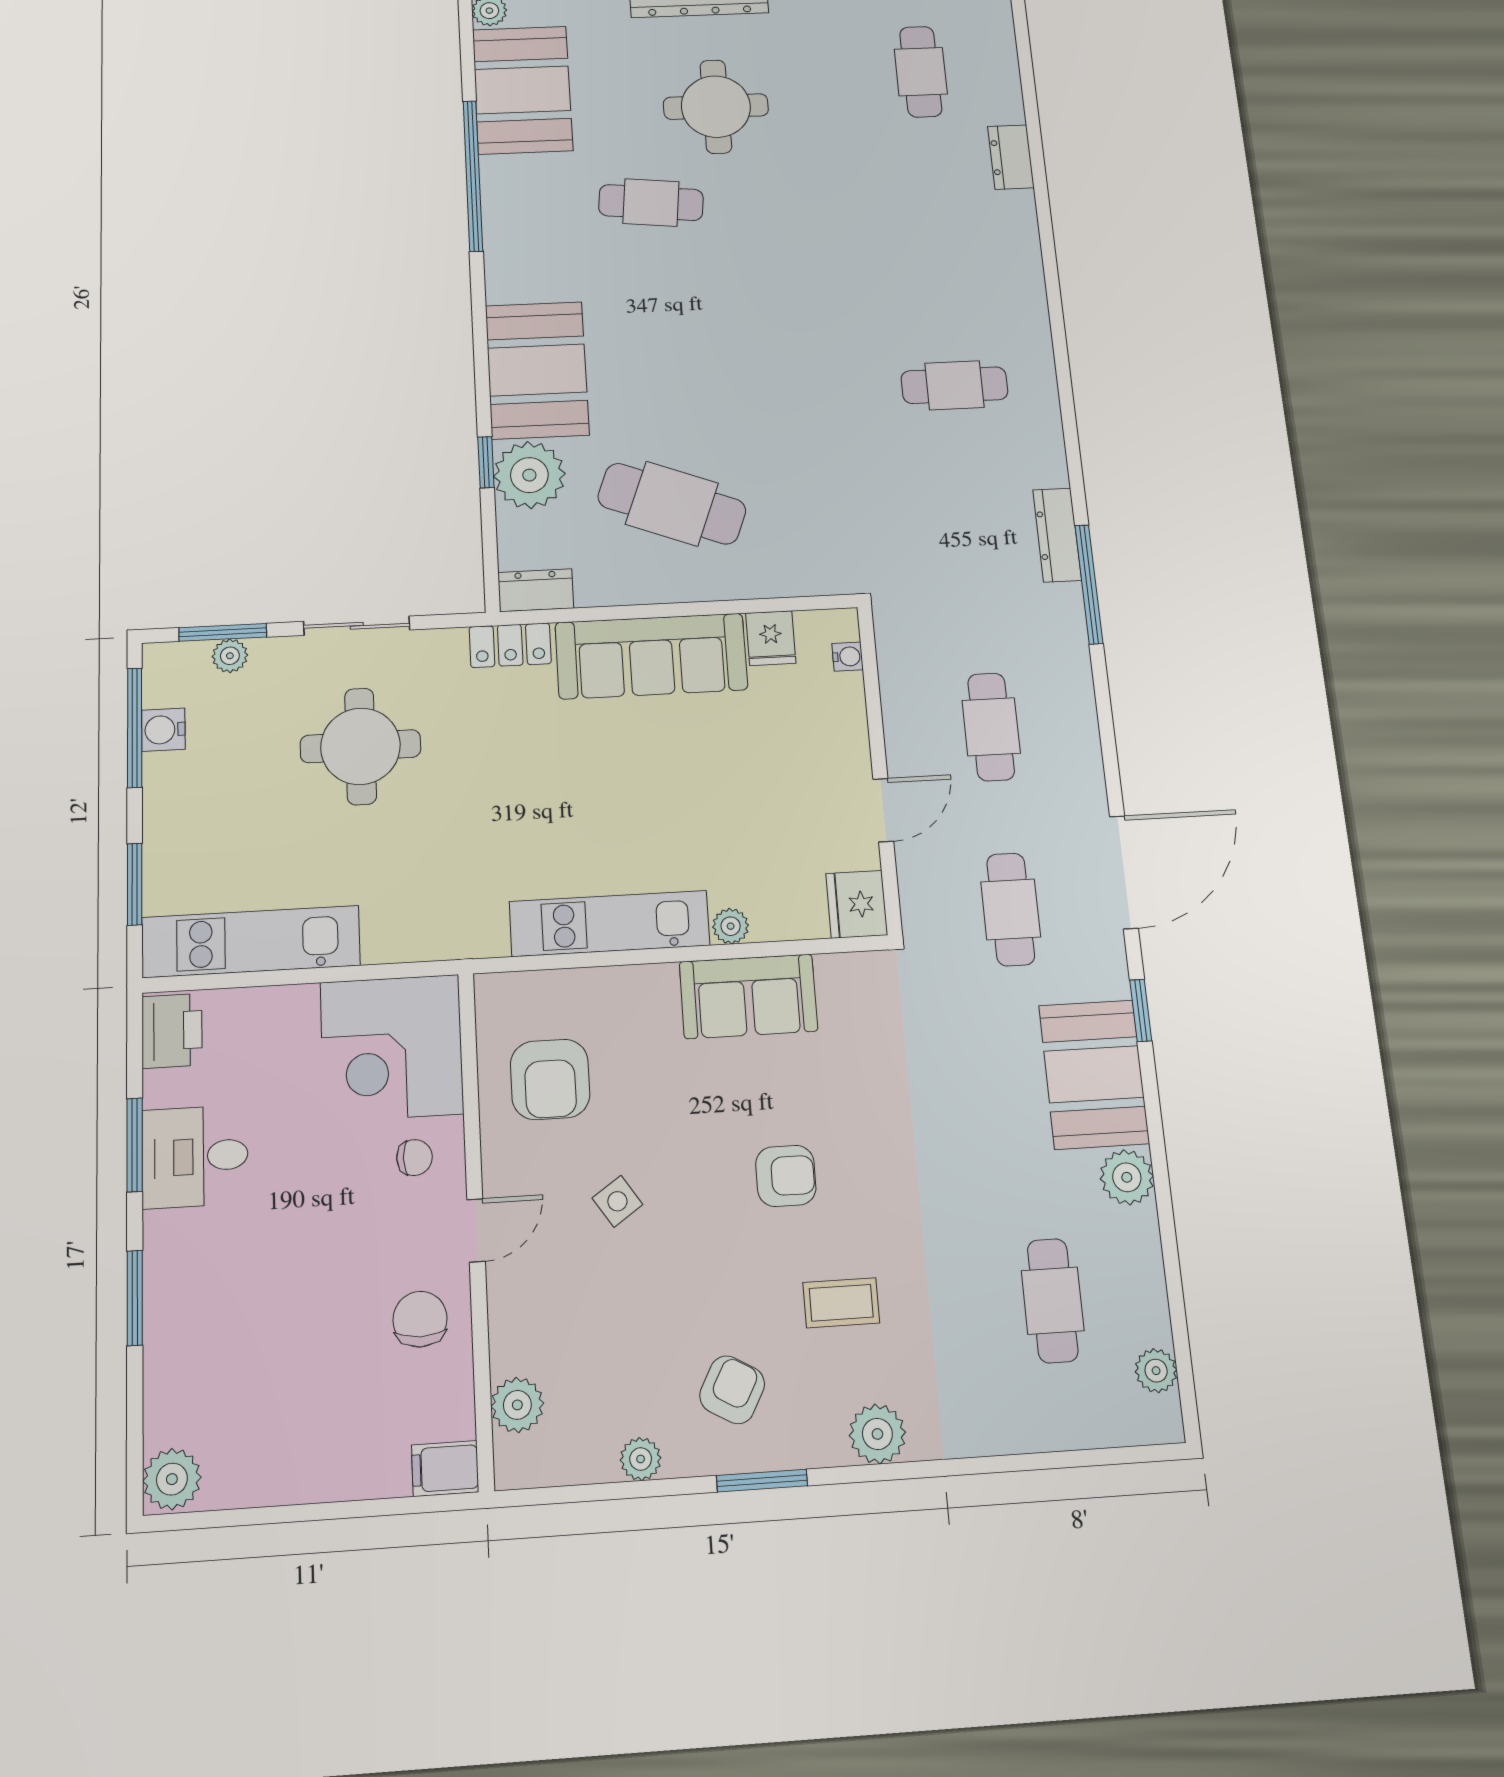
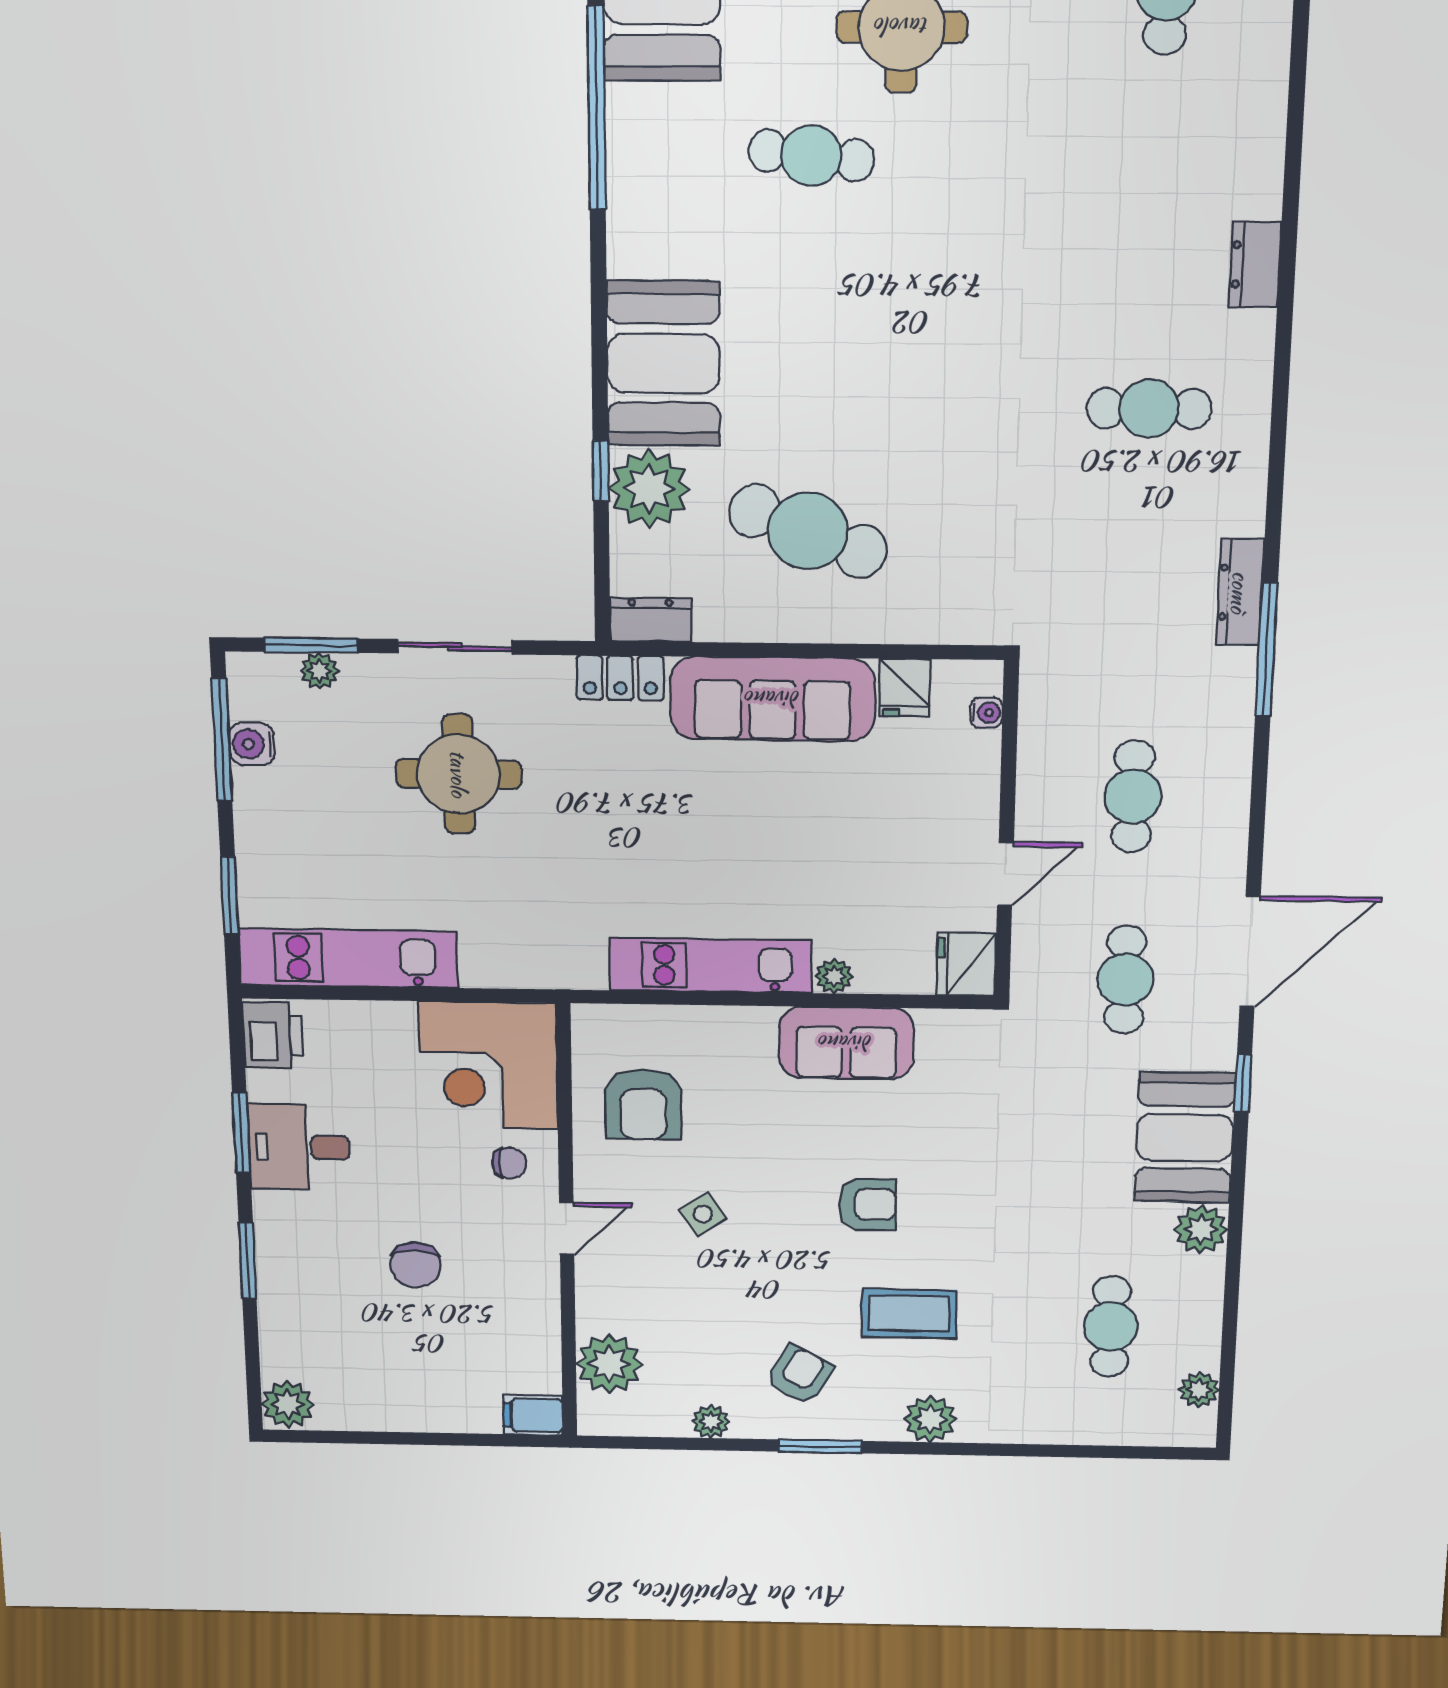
dresser: (1011, 157) -> (1255, 265), moved
coffee table: (841, 1303) -> (909, 1313), width x1.36, depth x1.30
chair: (420, 1319) -> (416, 1265), moved, turned 180
plant: (517, 1405) -> (609, 1364), width x1.36, depth x1.36

